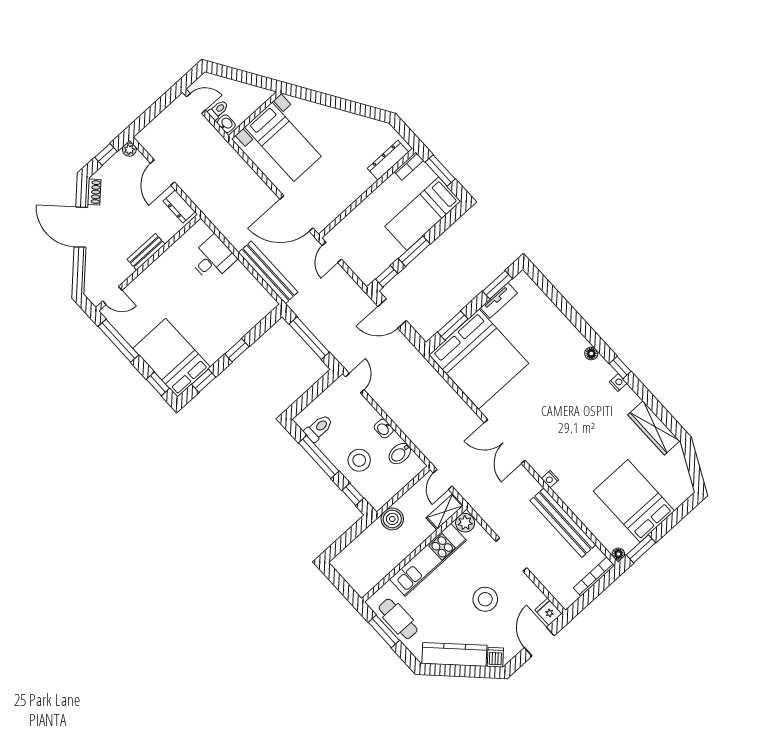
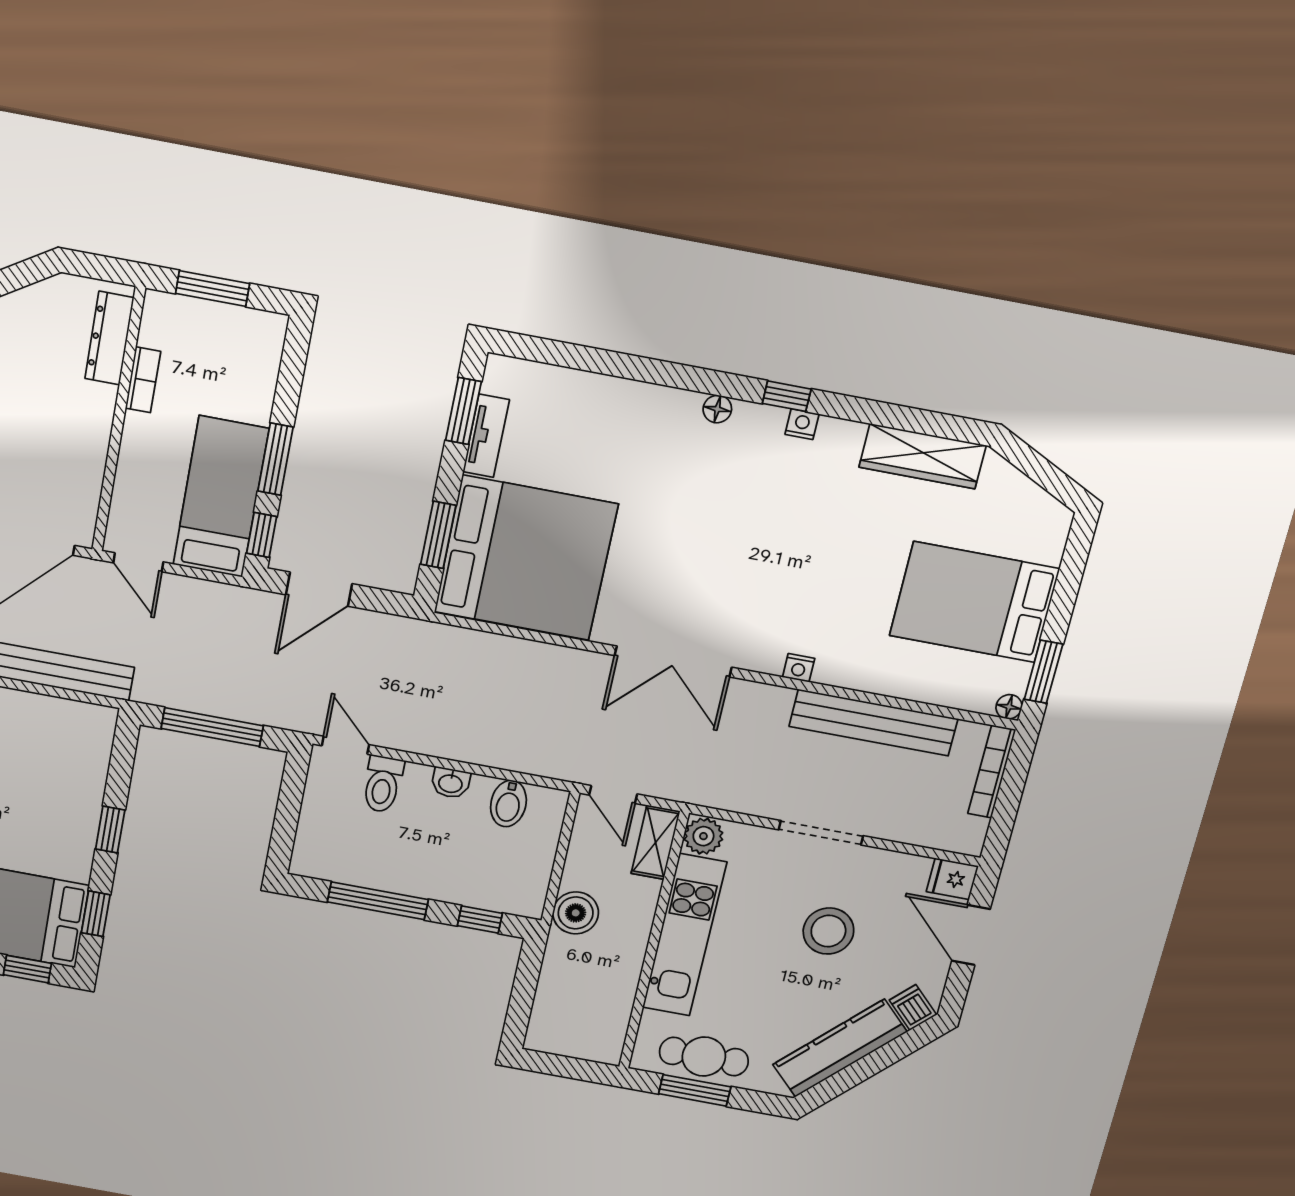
bookcase: (409, 166) -> (143, 380), moved
bed: (423, 214) -> (221, 497), moved, turned 180
toilet: (319, 428) -> (383, 784), moved, turned 180
stool: (359, 460) -> (449, 860), removed

